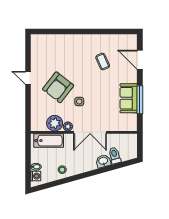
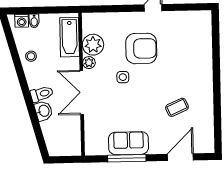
armchair: (58, 87) -> (141, 48), turned 142
toilet: (115, 156) -> (42, 94), moved

